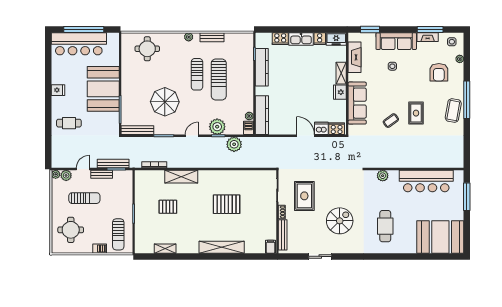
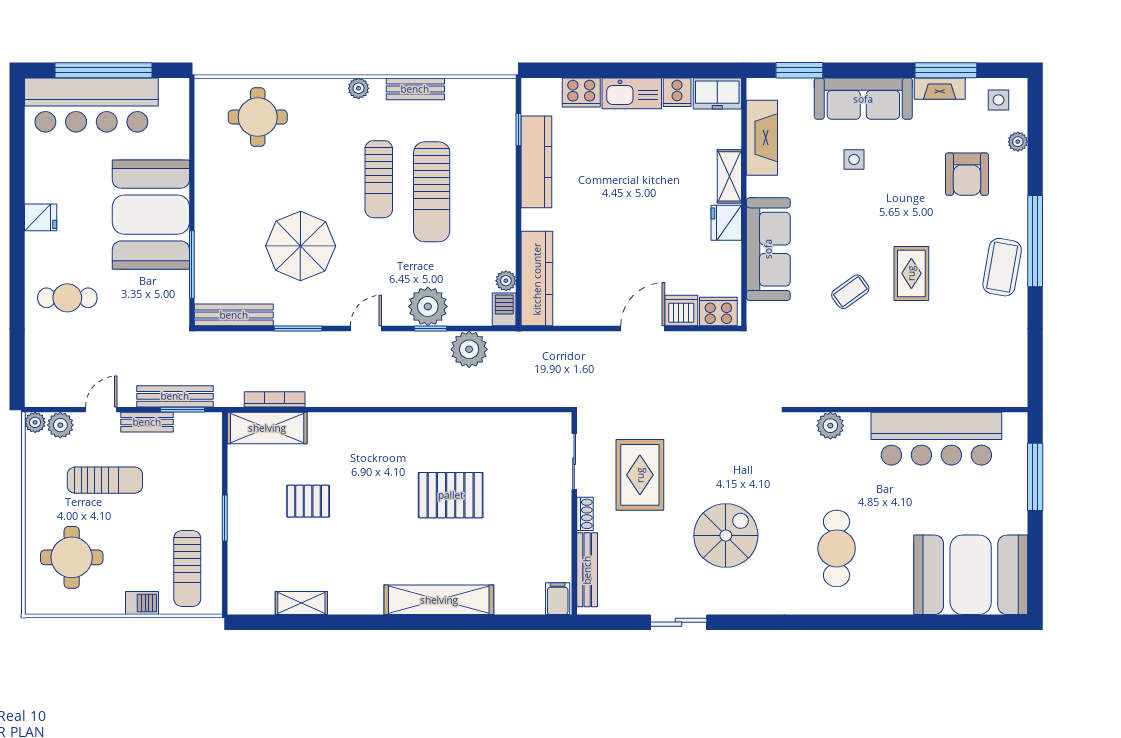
door: (305, 136) -> (643, 328), hinge flipped
shelving: (181, 177) -> (267, 428), moved

